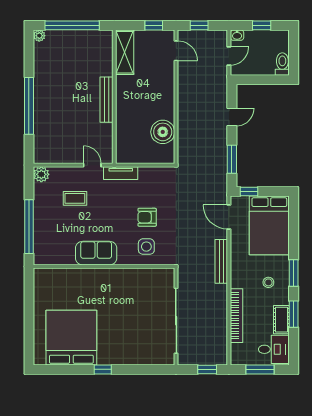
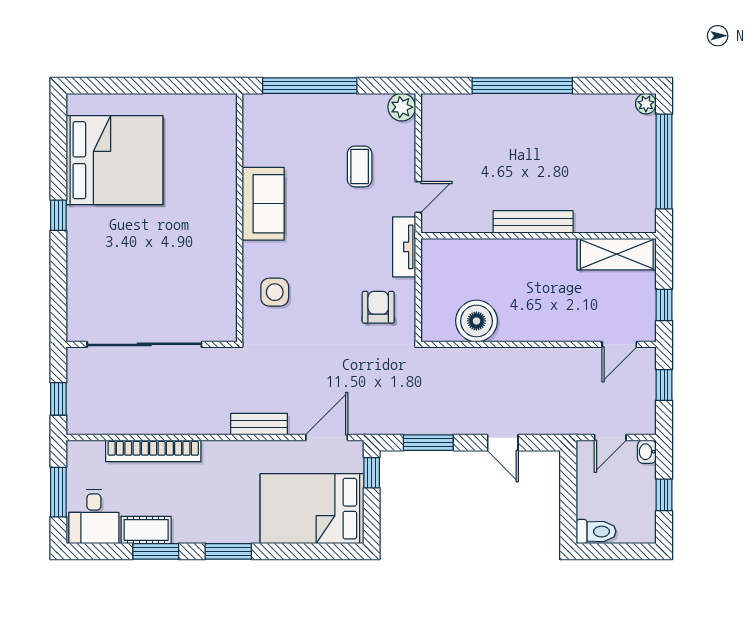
door: (229, 56) -> (610, 438), hinge flipped
armchair: (147, 217) -> (378, 307), moved
bench: (221, 261) -> (259, 424), width x0.73
stool: (268, 282) -> (212, 507), removed

